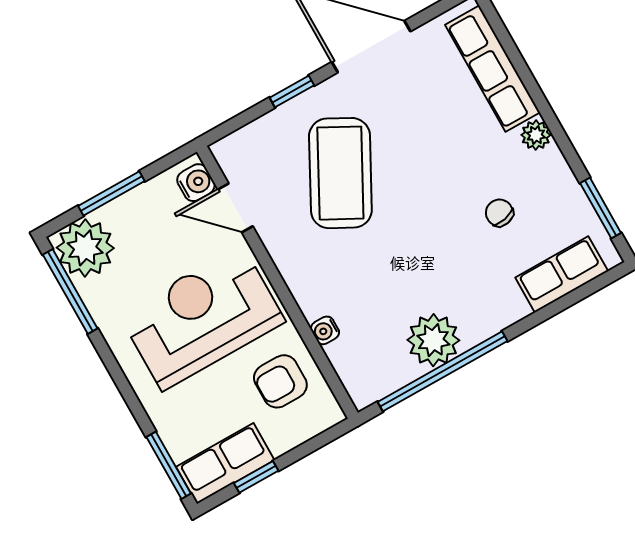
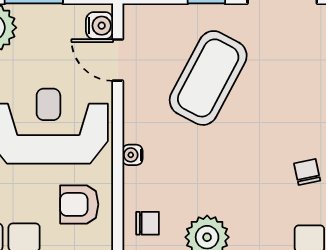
water cooler: (325, 330) -> (132, 155), moved
chair: (363, 361) -> (148, 223), added

